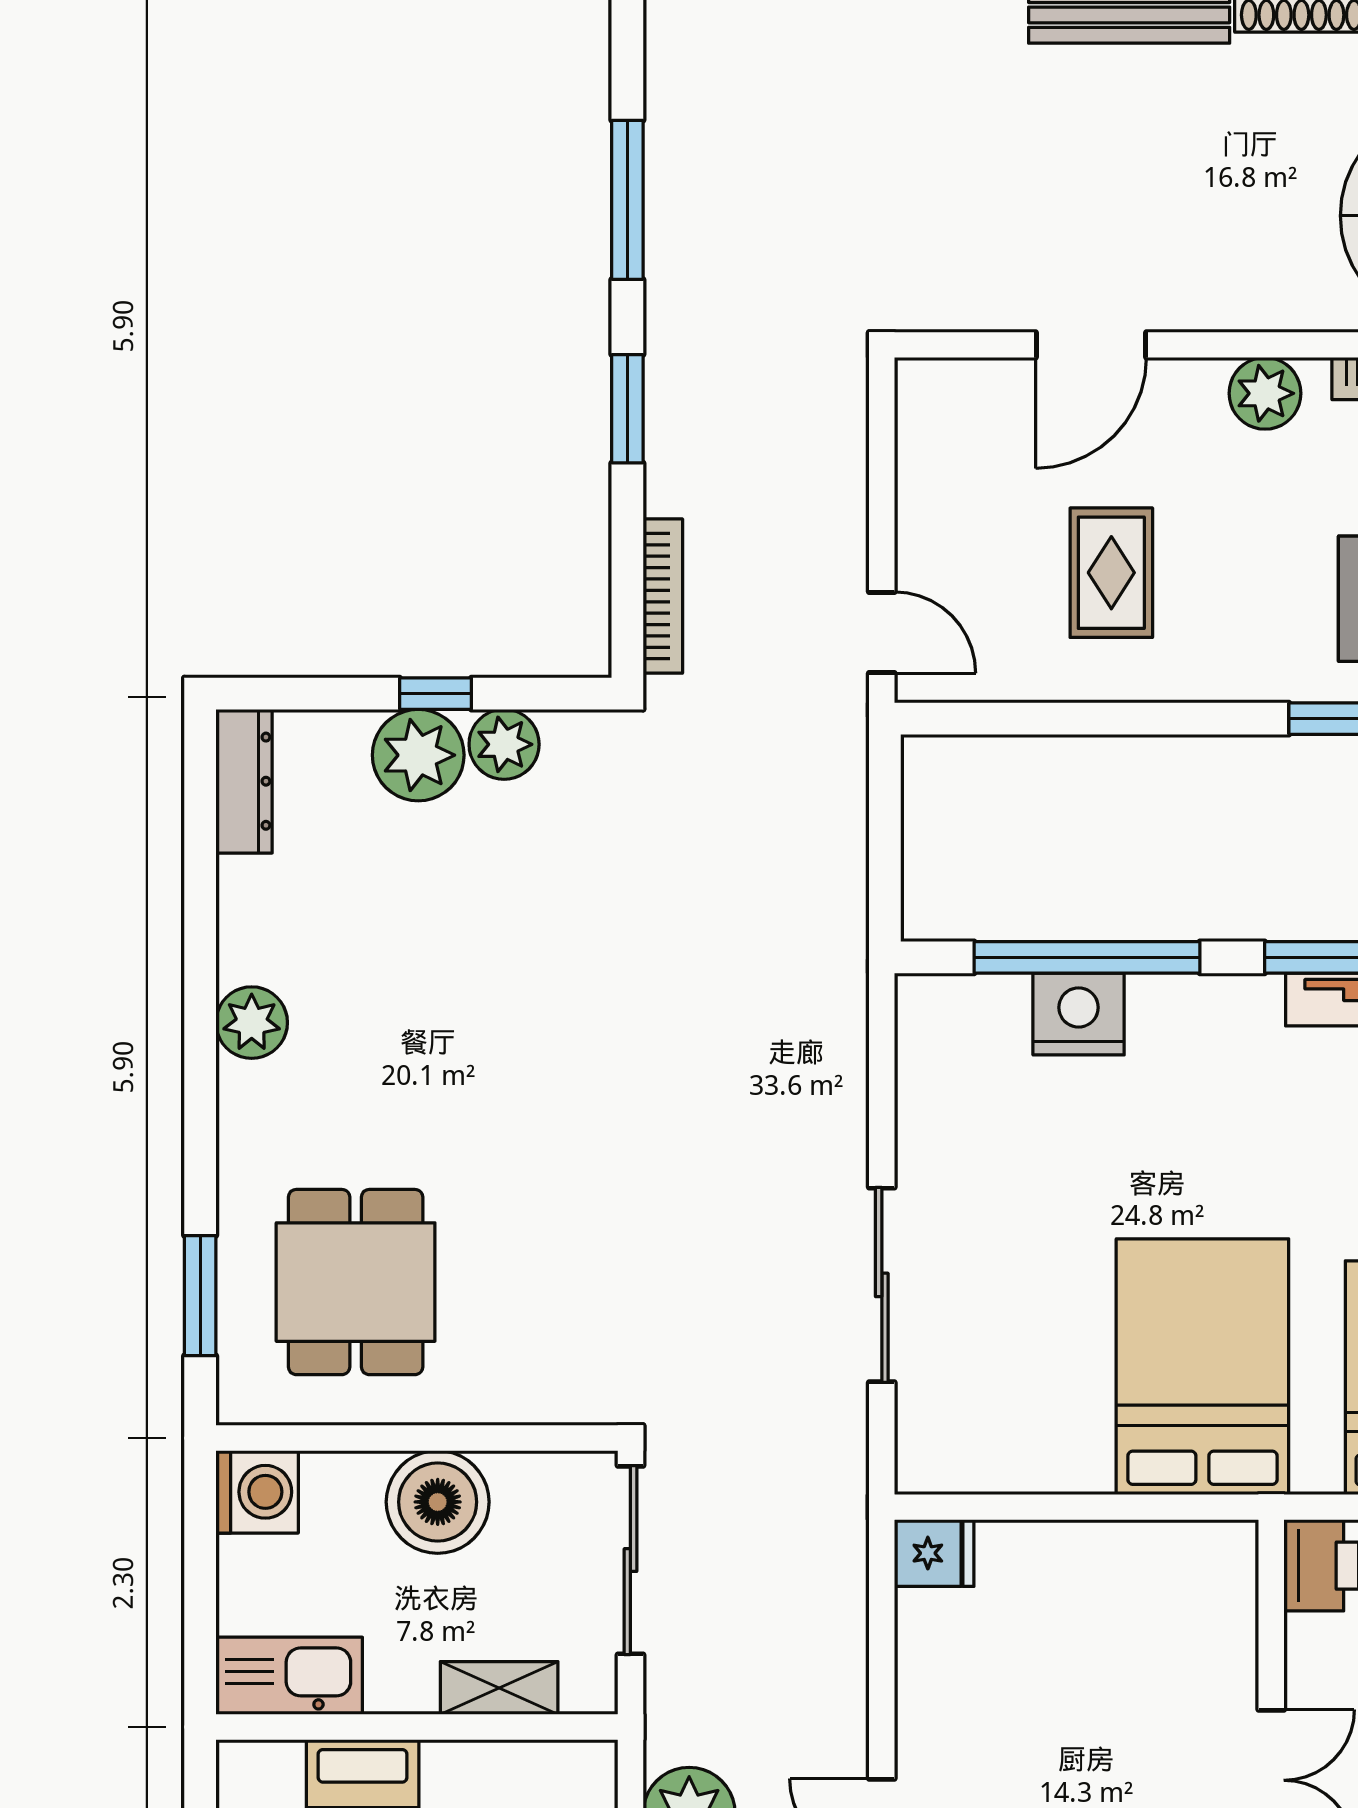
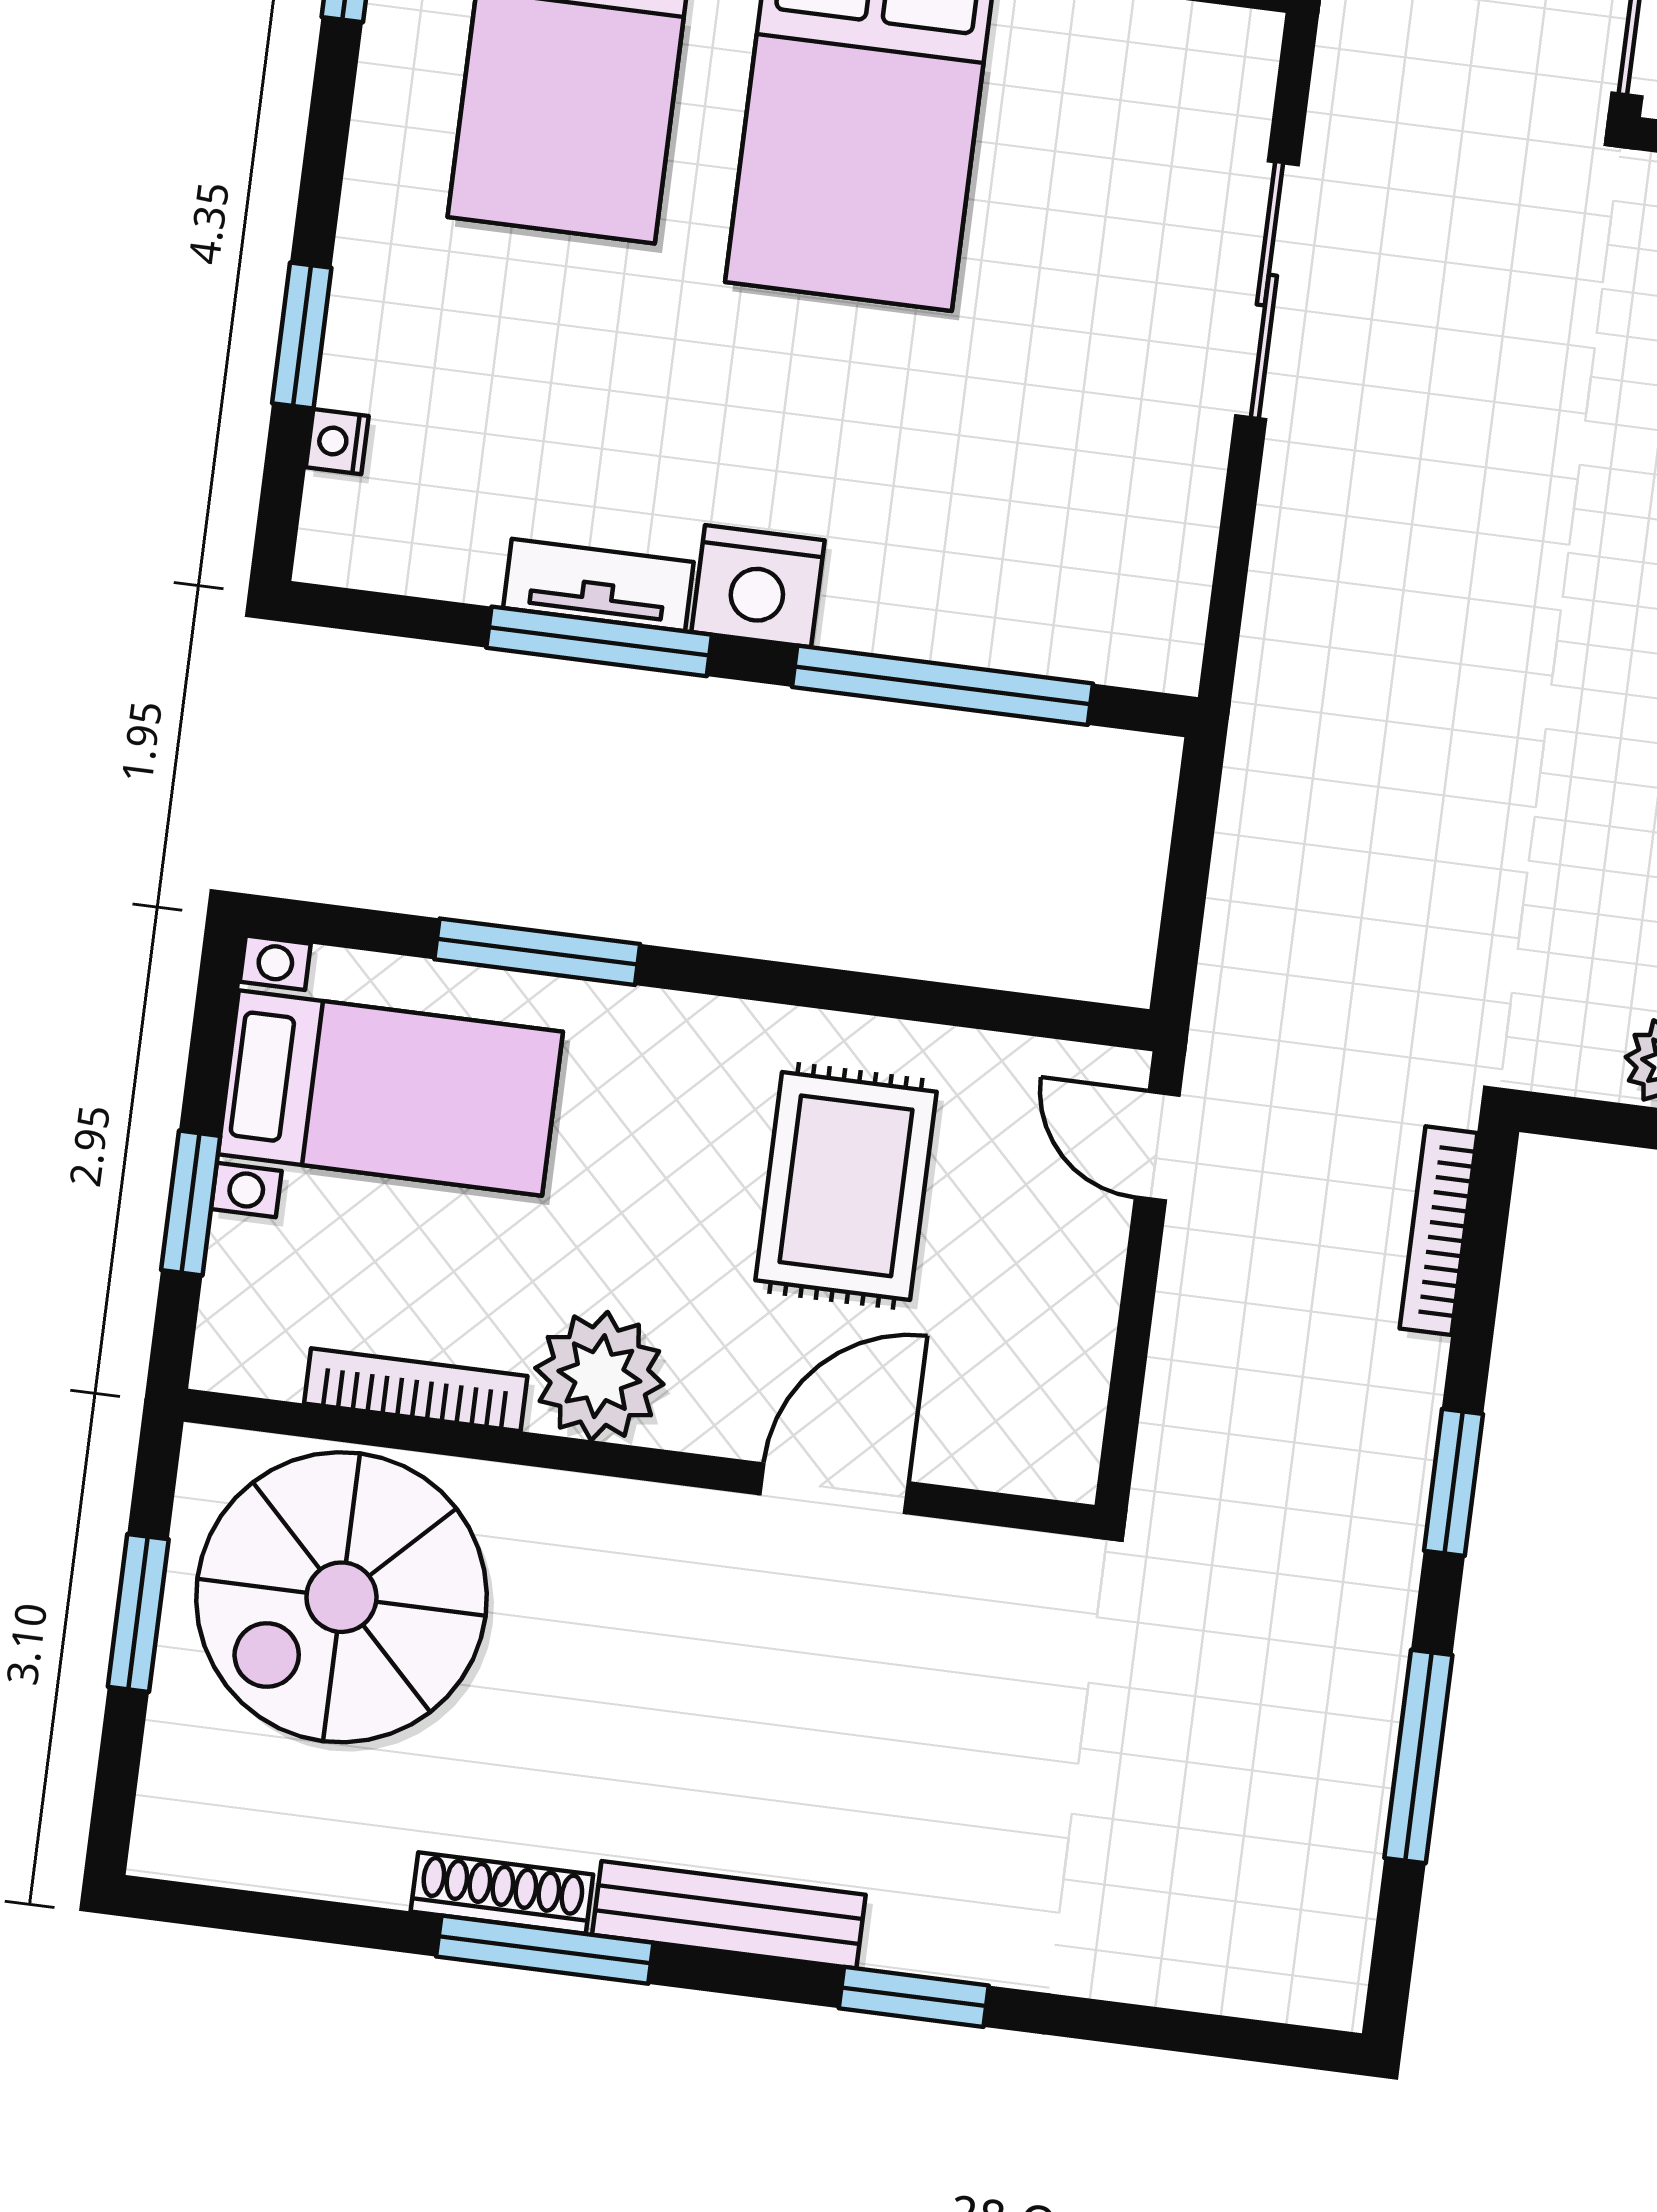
plant: (1265, 393) -> (599, 1376), width x1.36, depth x1.36
rug: (1111, 573) -> (846, 1186), width x1.36, depth x1.43
nightstand: (1079, 1014) -> (758, 586), moved

